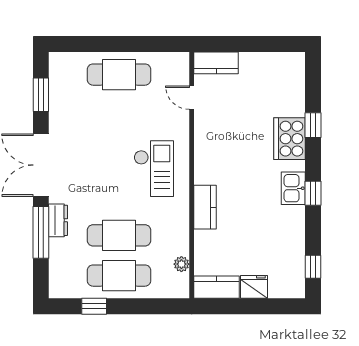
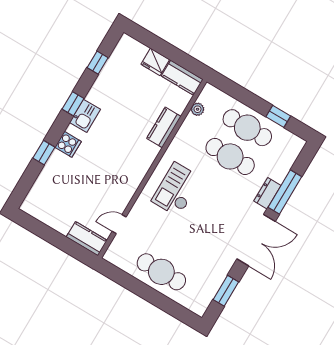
door: (192, 98) -> (119, 224), swing flipped
cooker: (290, 139) -> (68, 144), width x0.53, depth x0.76
kitchen counter: (205, 207) -> (164, 127), moved
window: (313, 267) -> (98, 63), moved

